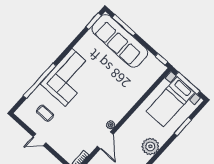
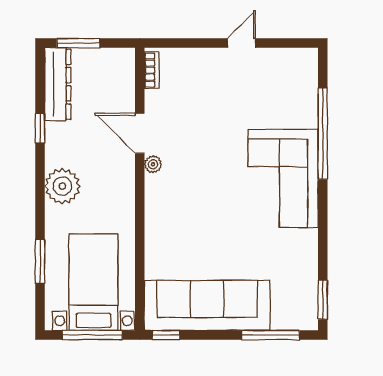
sofa: (120, 41) -> (207, 305), moved
coffee table: (45, 113) -> (270, 91), removed

